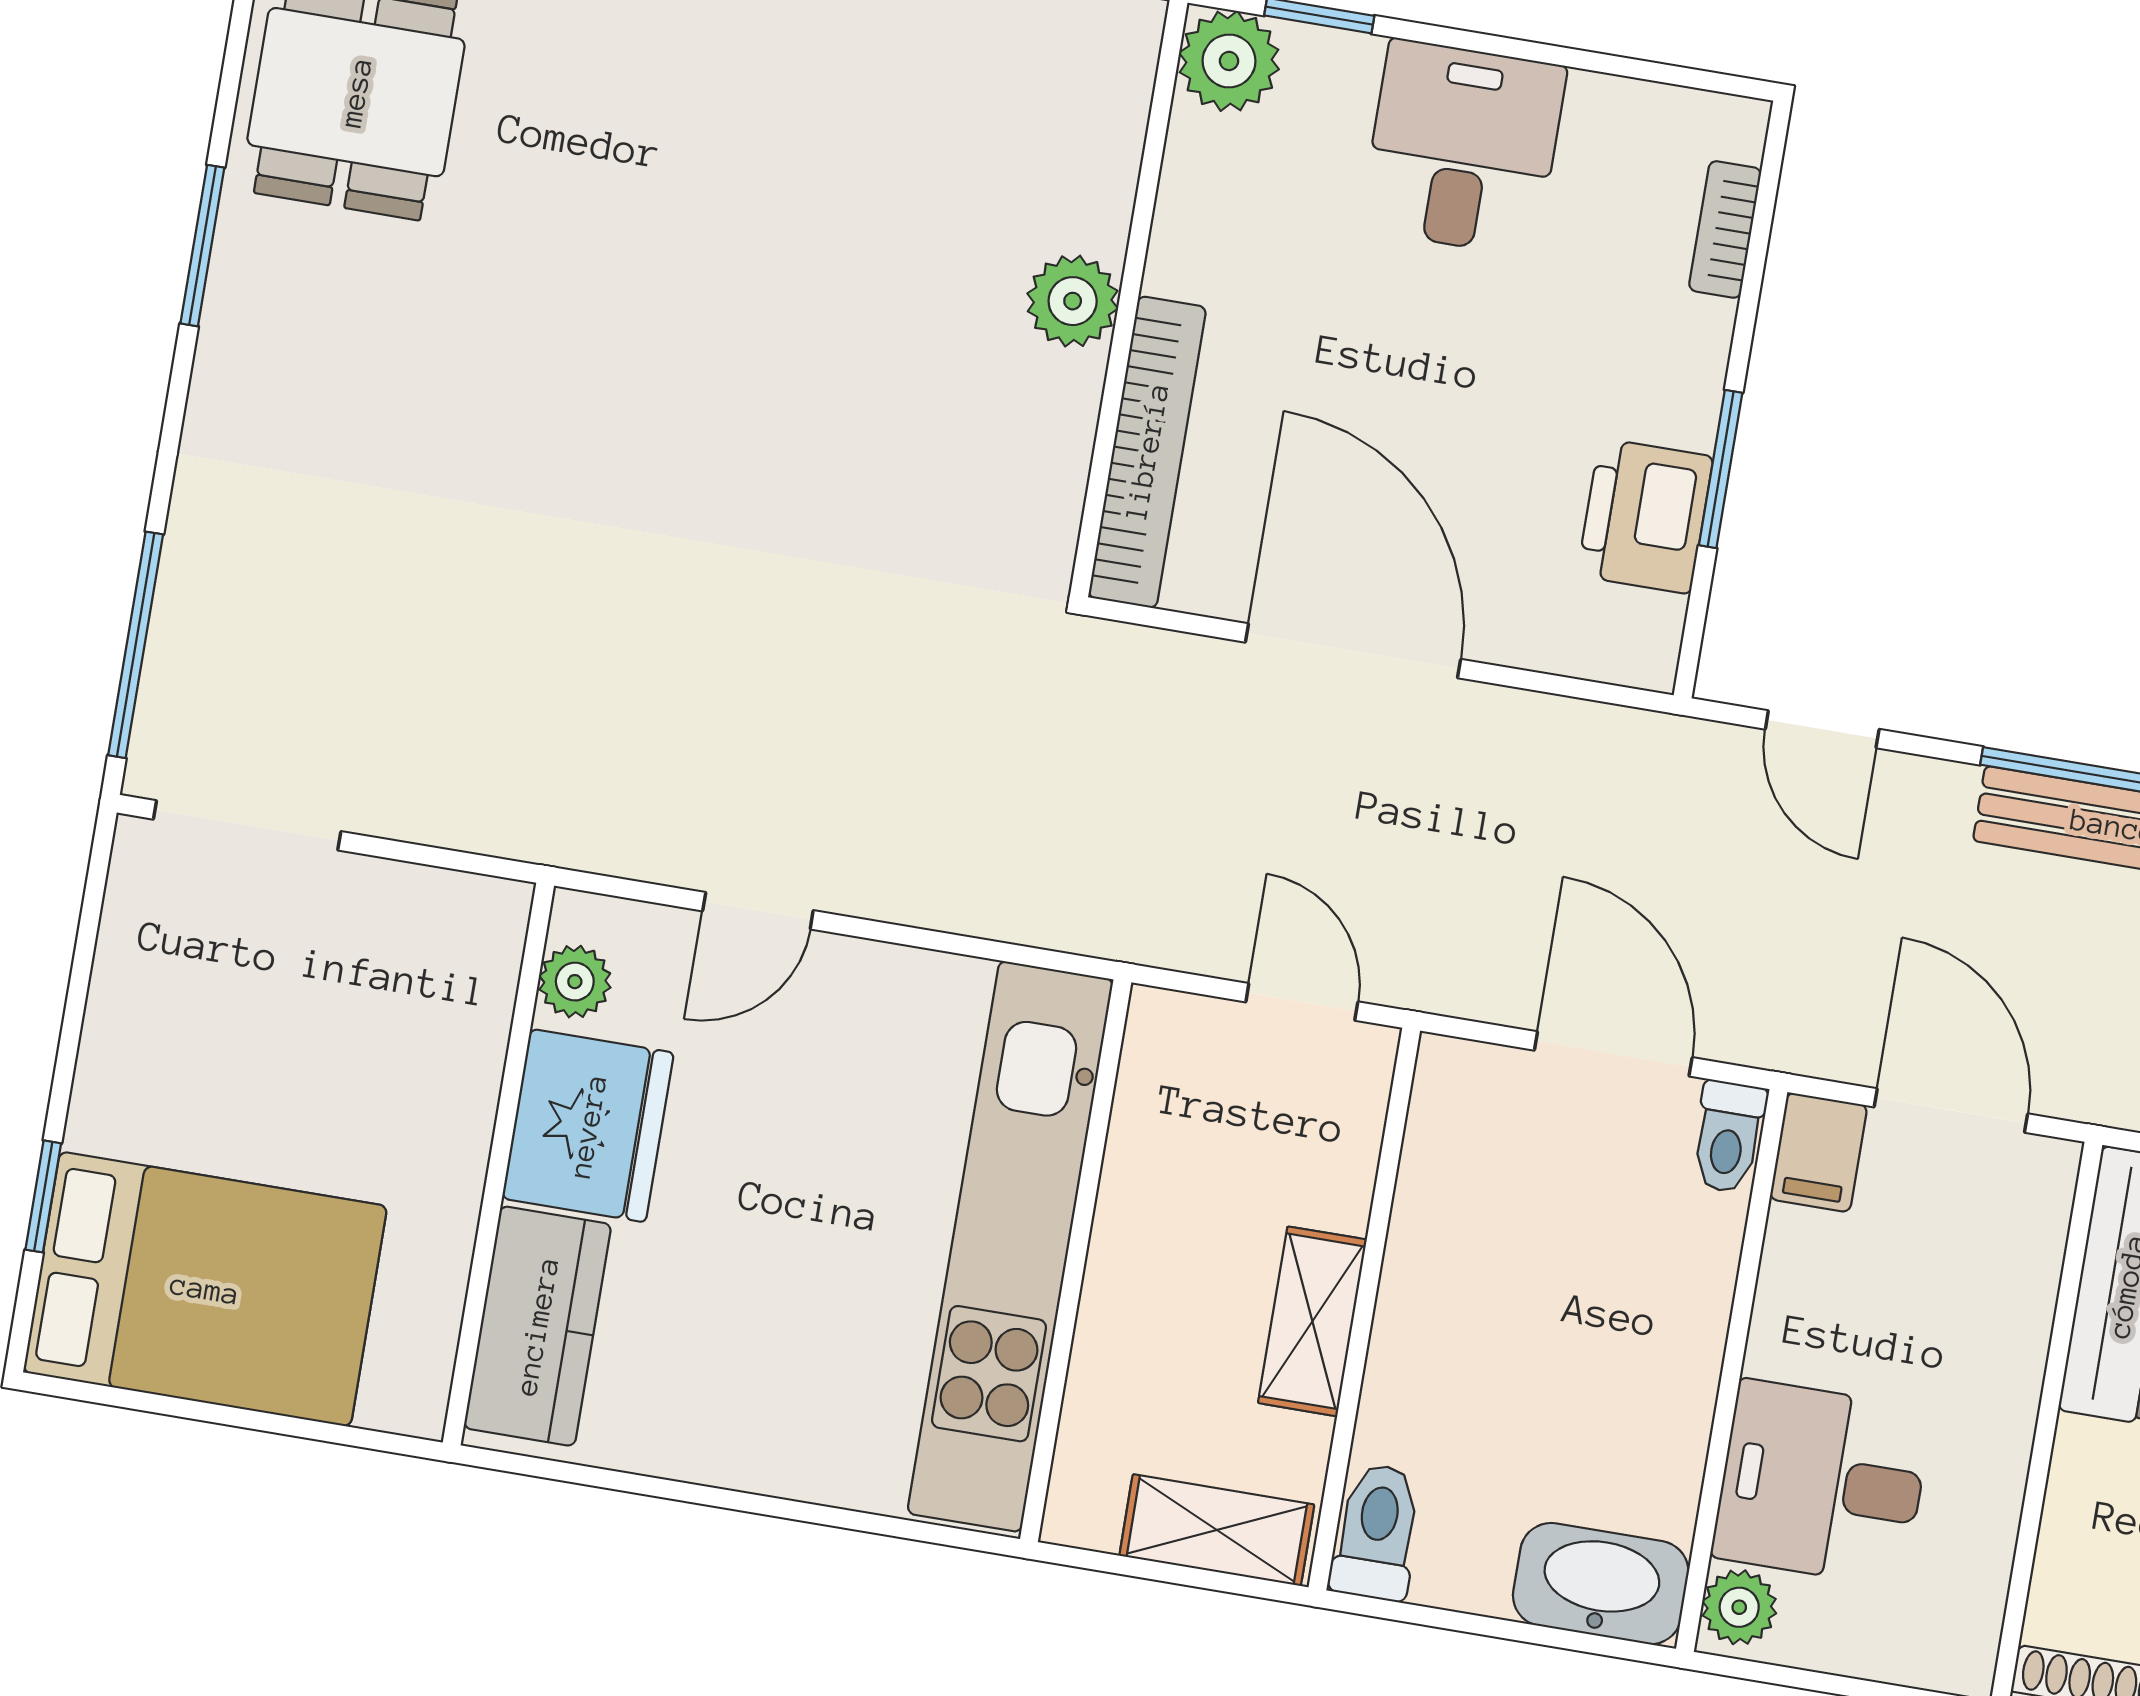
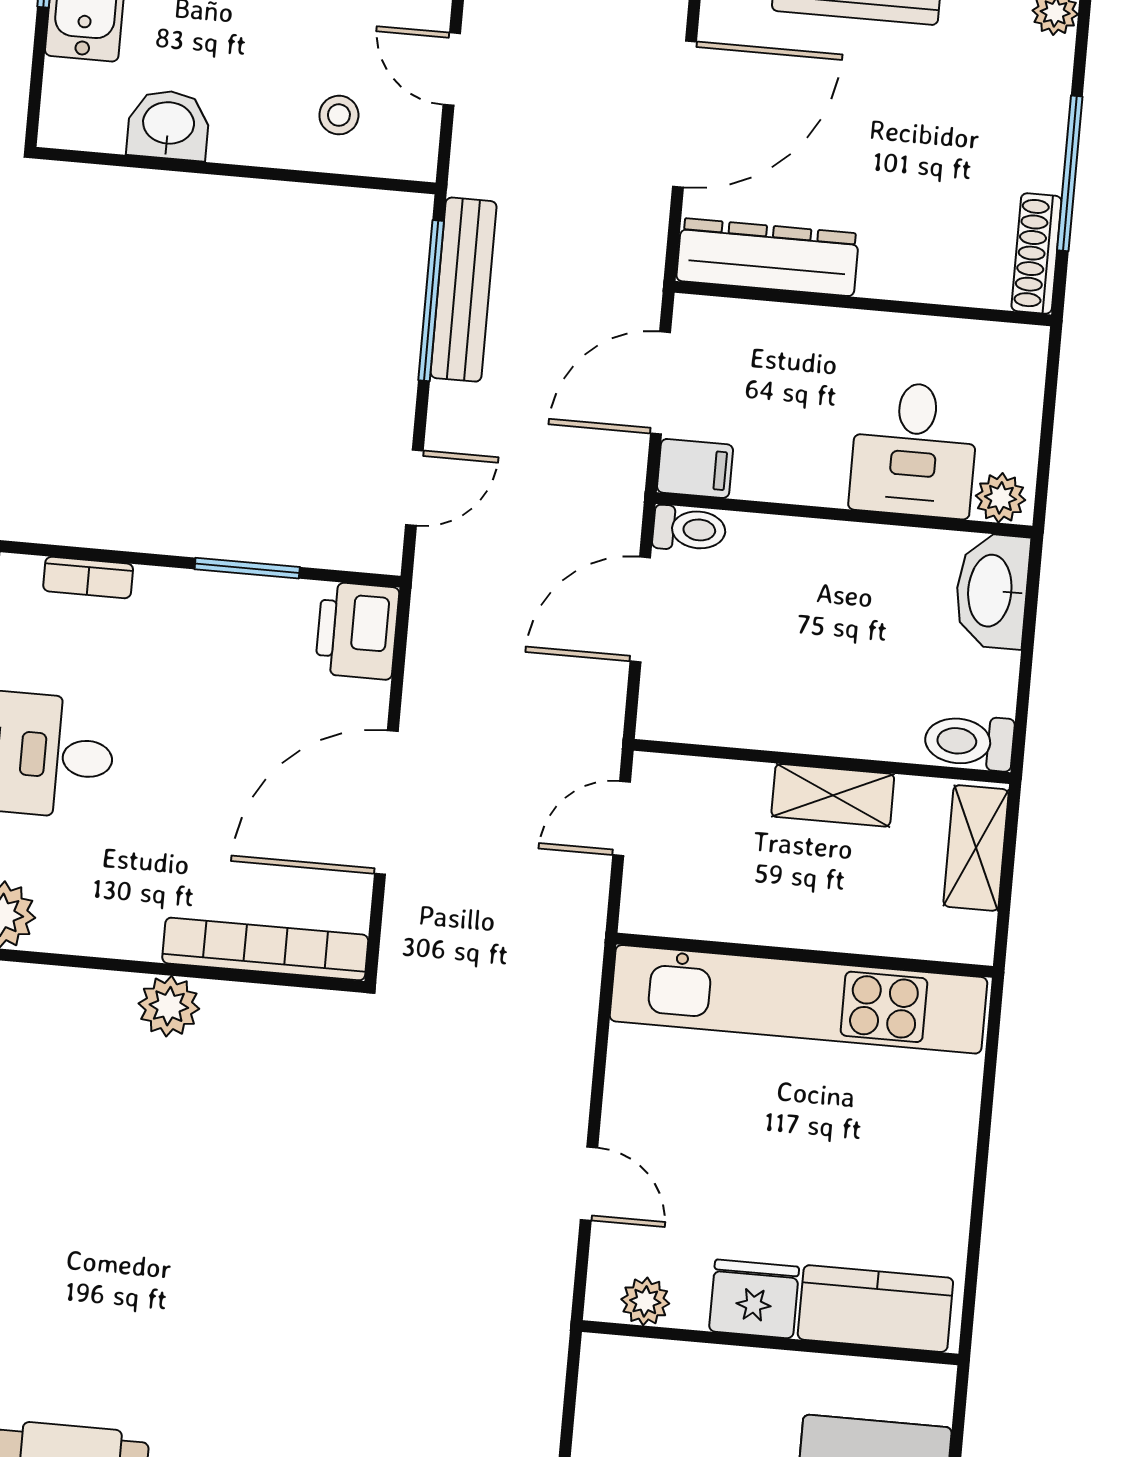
printer: (1645, 516) -> (357, 631), moved, turned 90
fridge: (588, 1126) -> (754, 1299), width x0.73, depth x0.75

